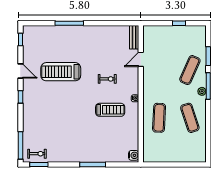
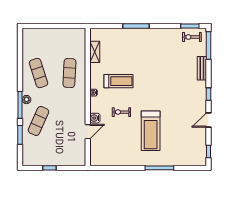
bench: (134, 37) -> (202, 68), moved
door: (20, 71) -> (208, 120), hinge flipped
treadmill: (61, 72) -> (151, 131), moved, turned 90
treadmill: (110, 110) -> (118, 81), turned 180
shelving: (134, 139) -> (95, 52), added
water cooler: (134, 155) -> (95, 118), moved

